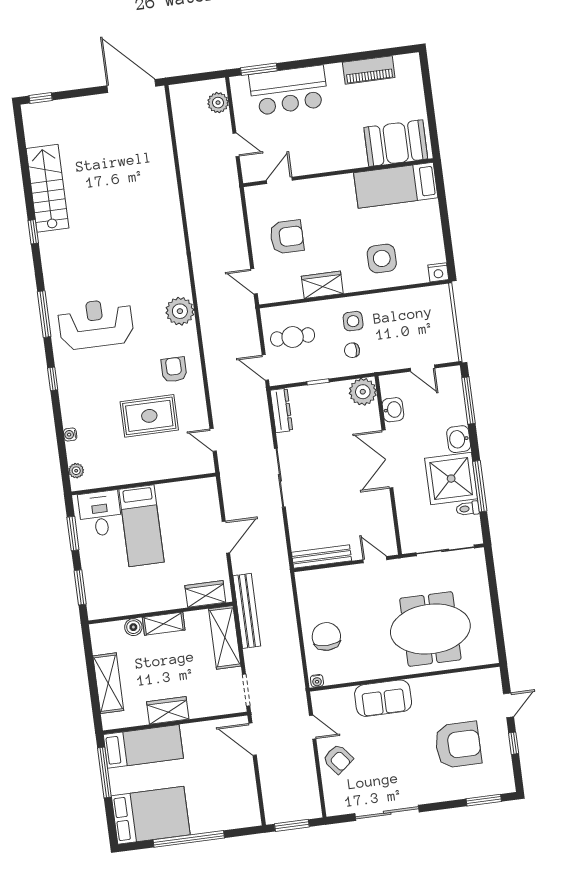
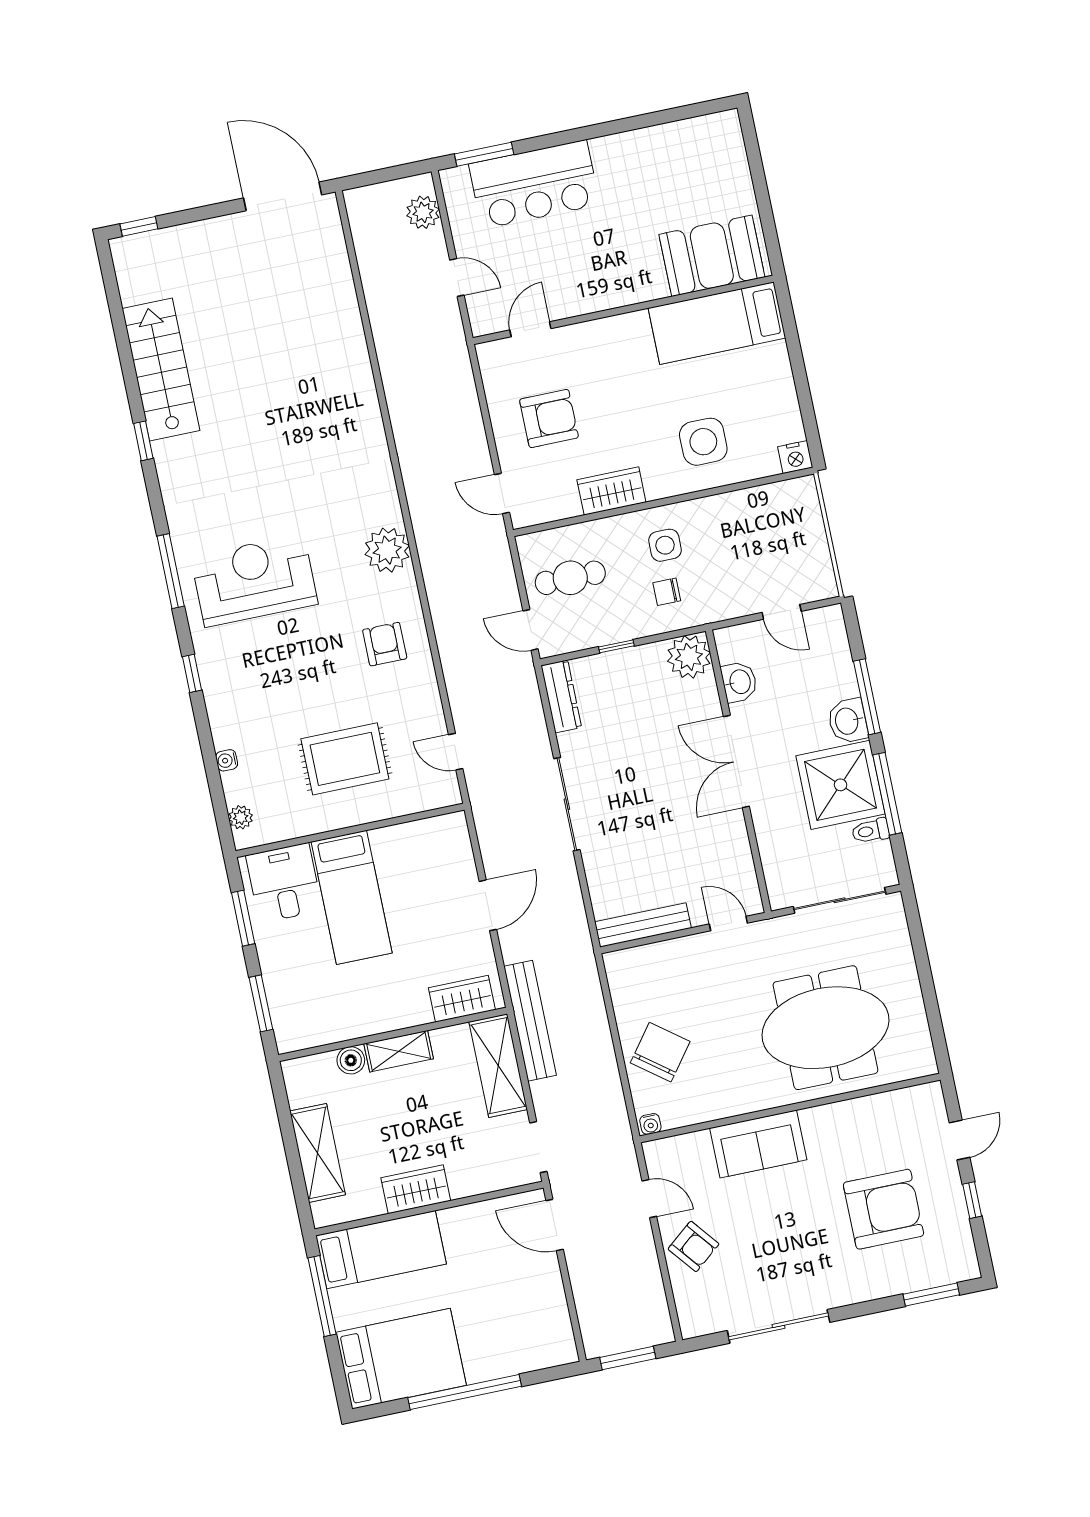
piano: (369, 70) -> (660, 142), removed
window: (468, 400) -> (867, 697), moved
rug: (149, 416) -> (345, 759), moved
chair: (326, 637) -> (660, 1052), turned 37

